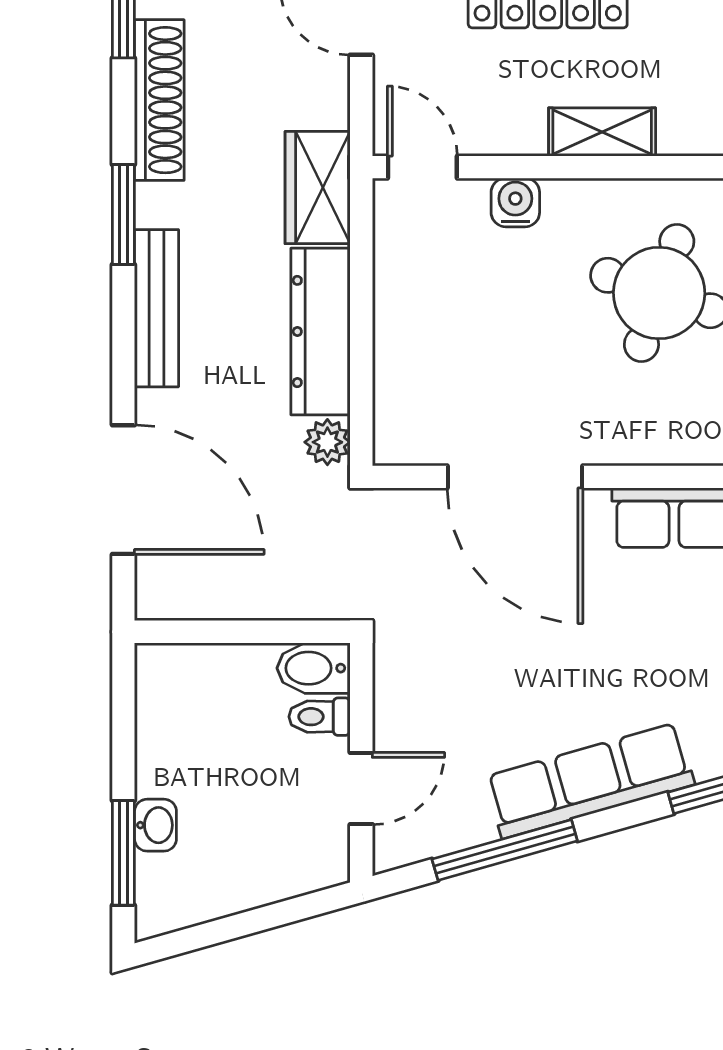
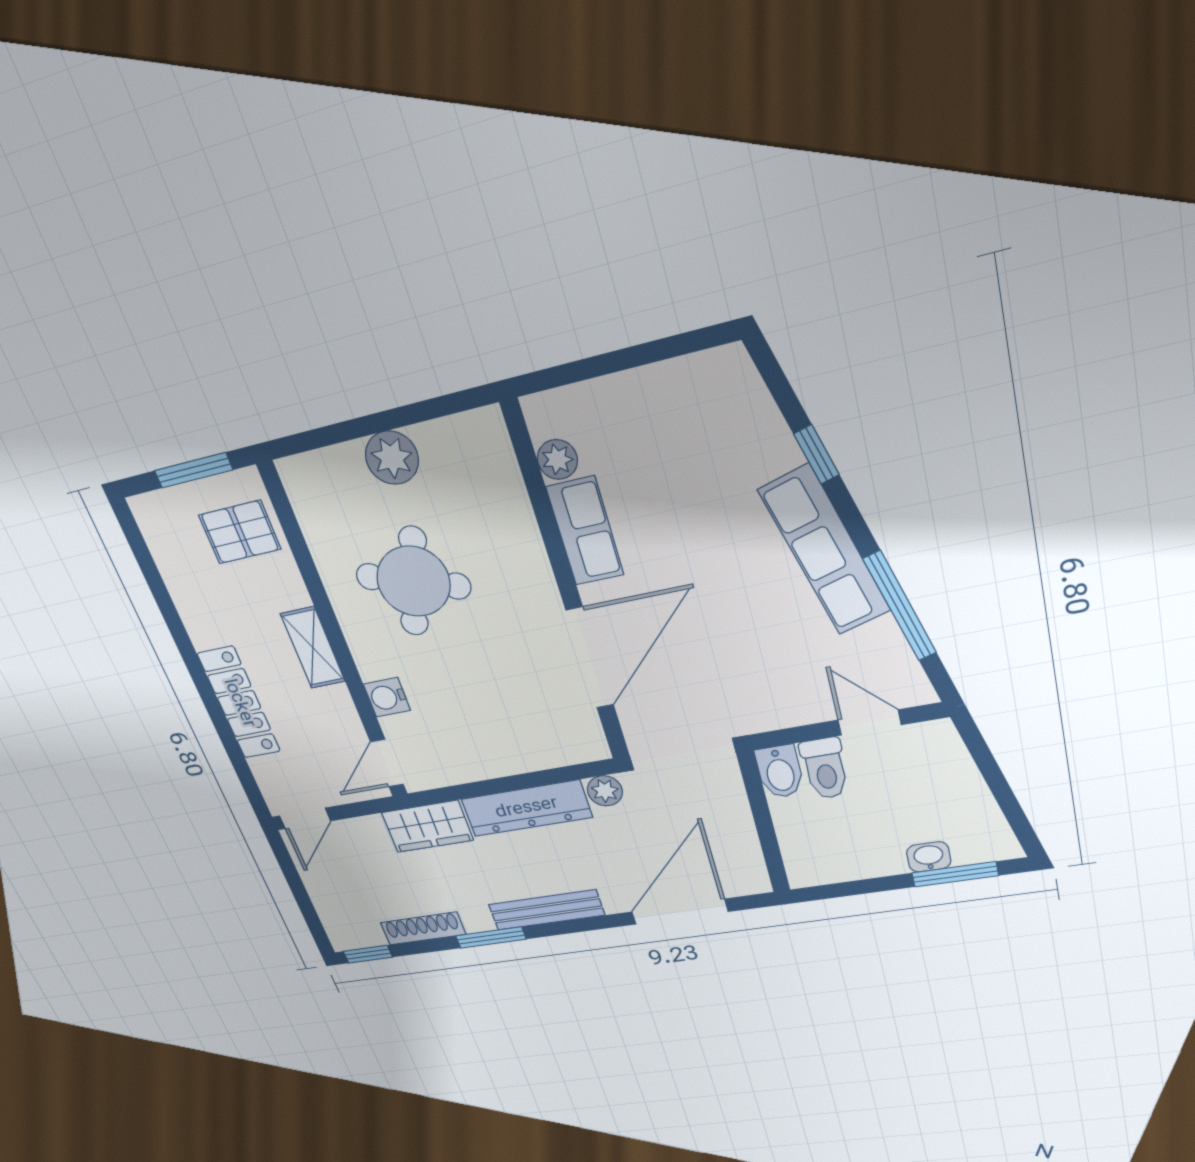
shoe rack: (159, 100) -> (423, 928), width x0.74, depth x0.81
toilet: (320, 717) -> (825, 768), width x1.37, depth x1.39

